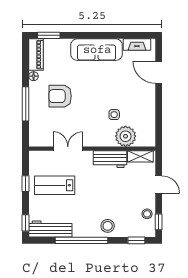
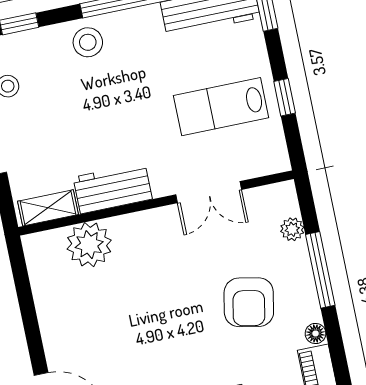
armchair: (60, 96) -> (249, 302), turned 101
side table: (114, 115) -> (124, 286), removed
plant: (34, 124) -> (292, 229), added
lab bench: (55, 185) -> (221, 107), turned 180

